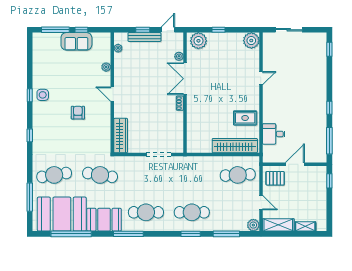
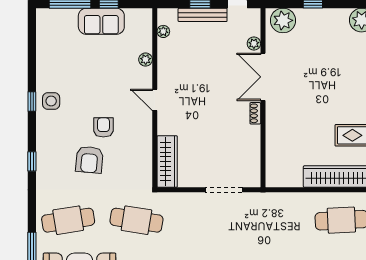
armchair: (68, 134) -> (89, 160), added

